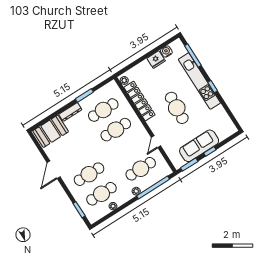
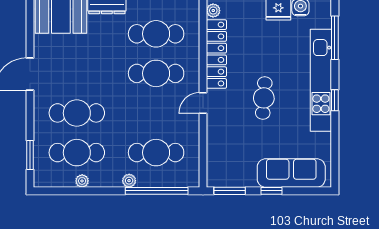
cafe table: (177, 108) -> (264, 98), width x0.73, depth x0.74
door: (156, 142) -> (203, 103), moved
sofa: (199, 146) -> (291, 173), moved

